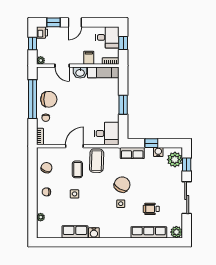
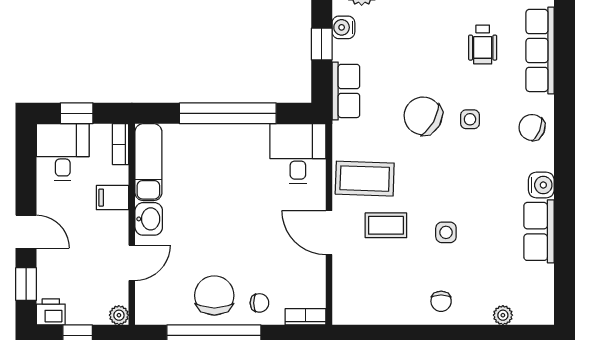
window: (123, 105) -> (228, 113), width x2.11
chair: (46, 168) -> (532, 127), moved

